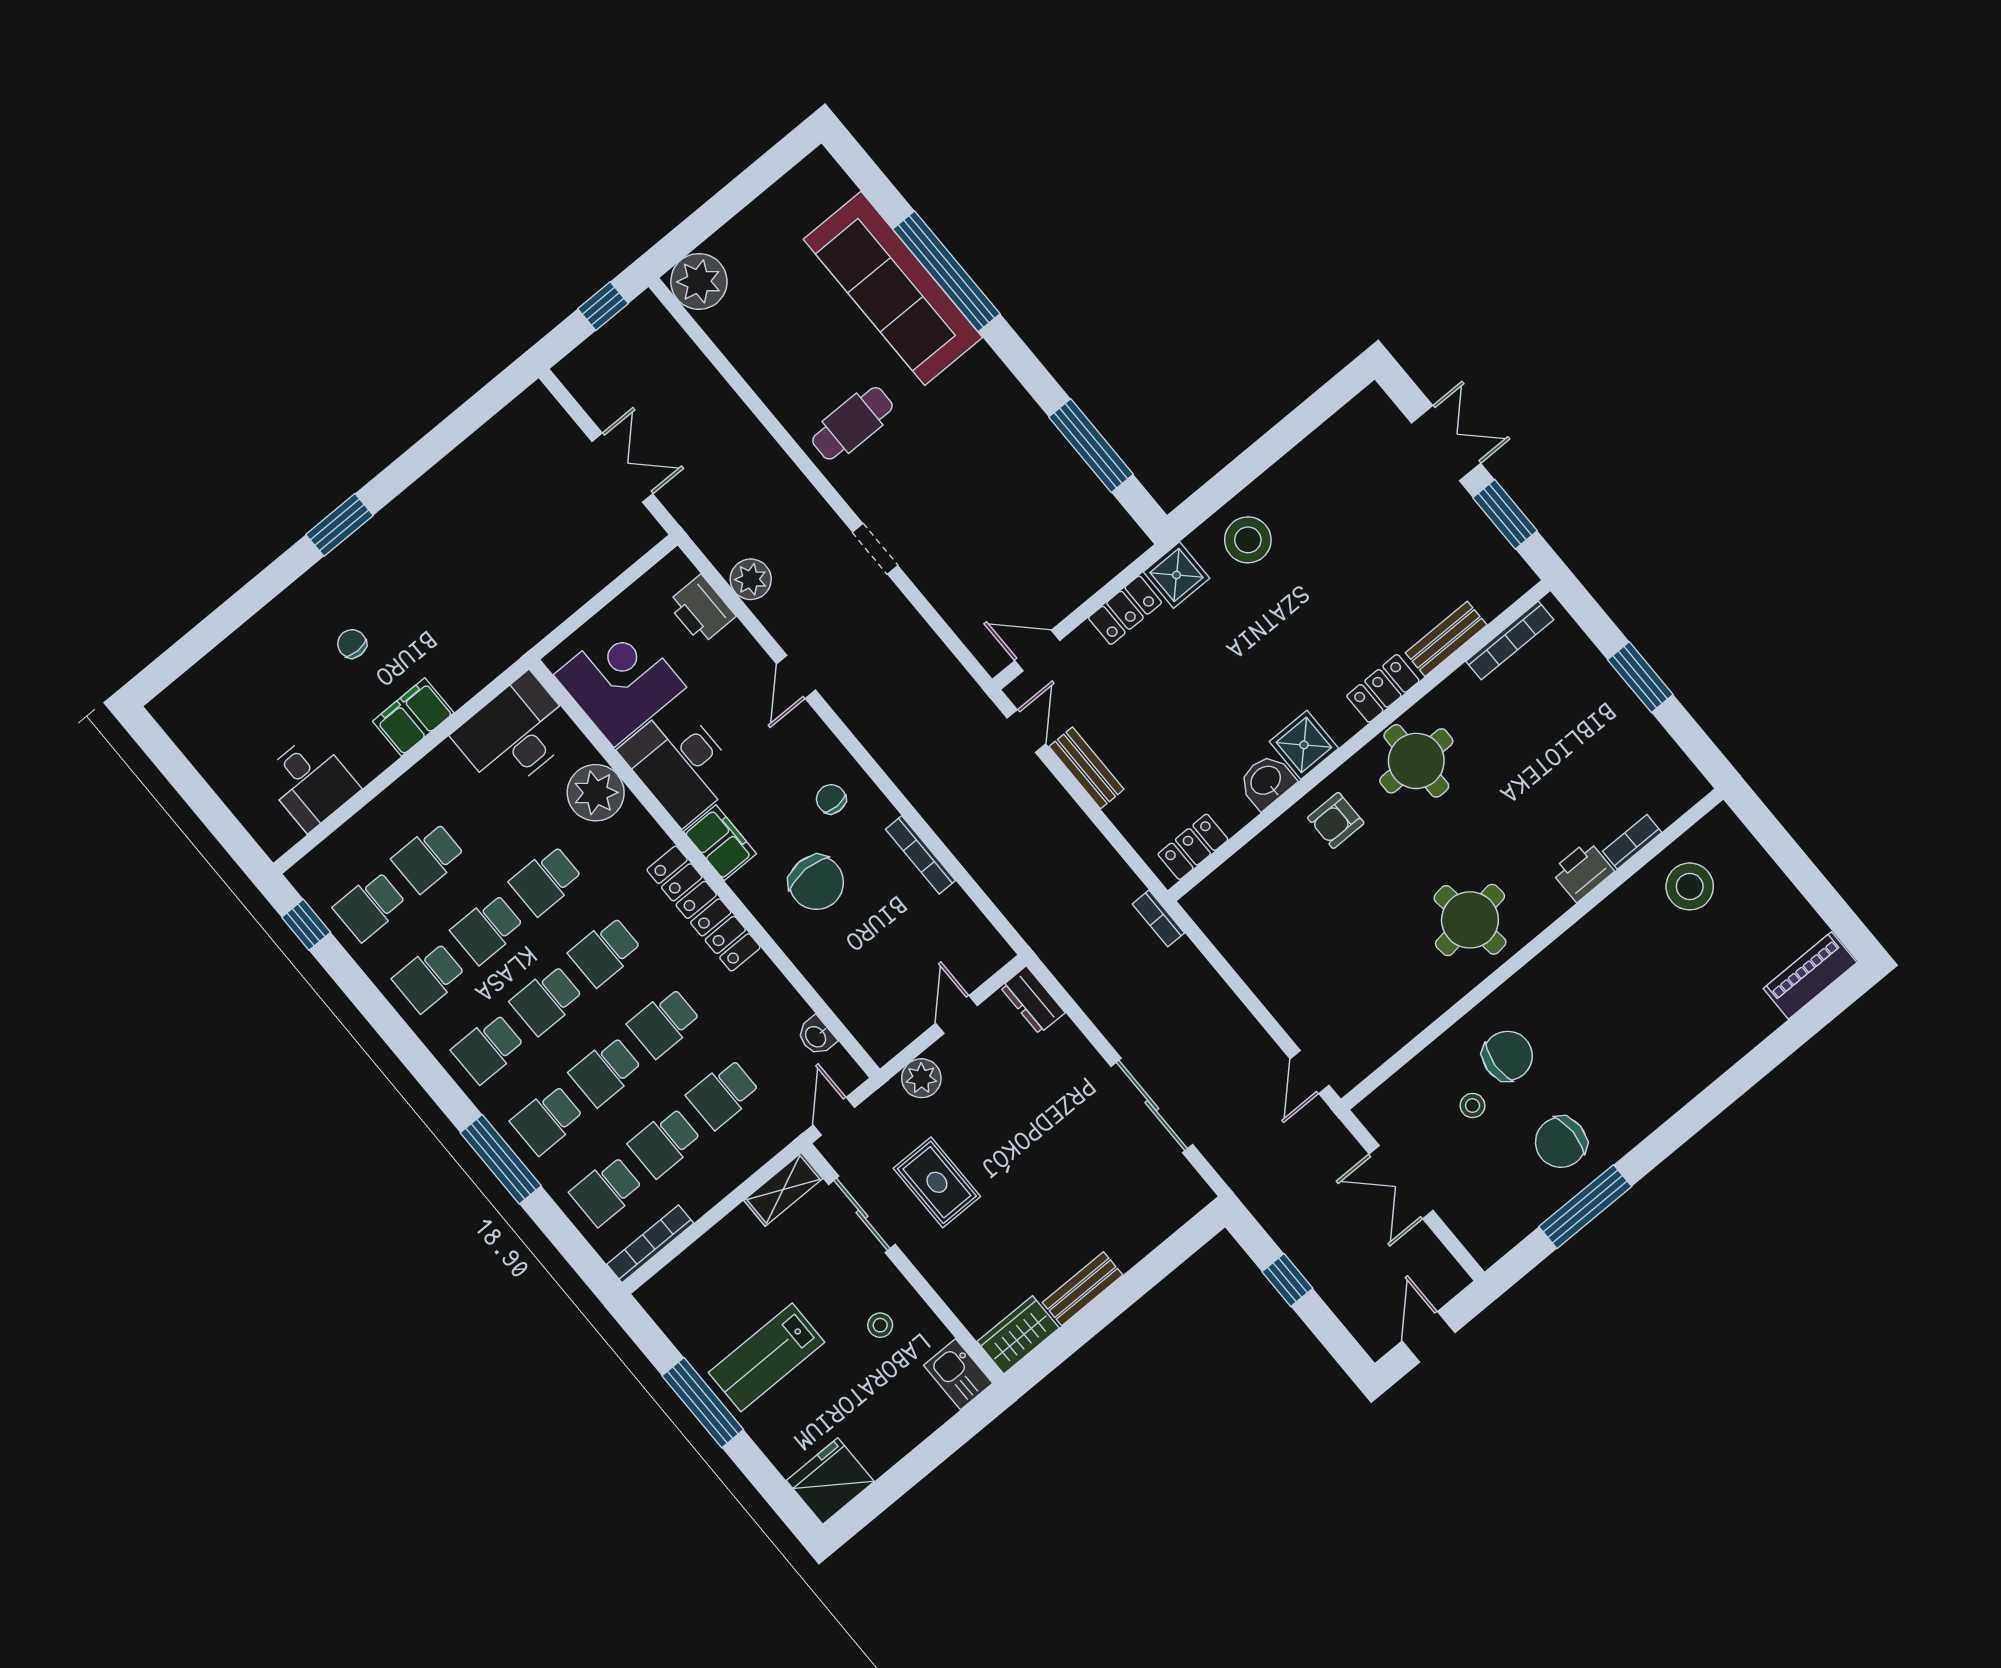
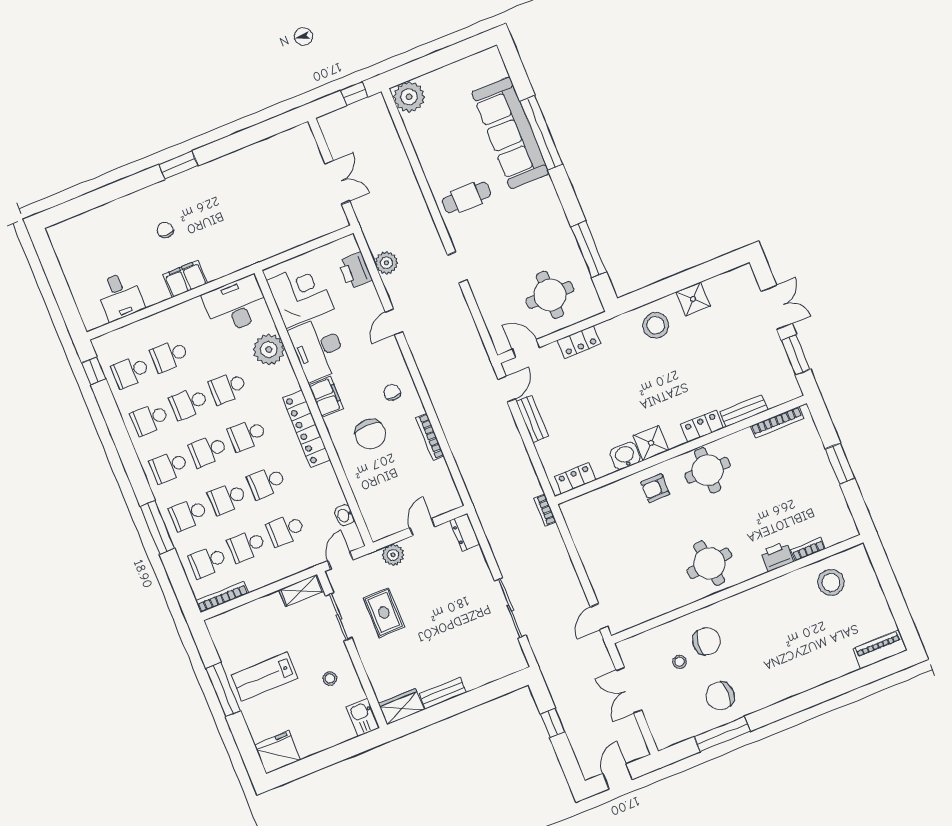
round table: (1049, 545) -> (550, 295), added
shower: (1177, 575) -> (693, 299), moved

